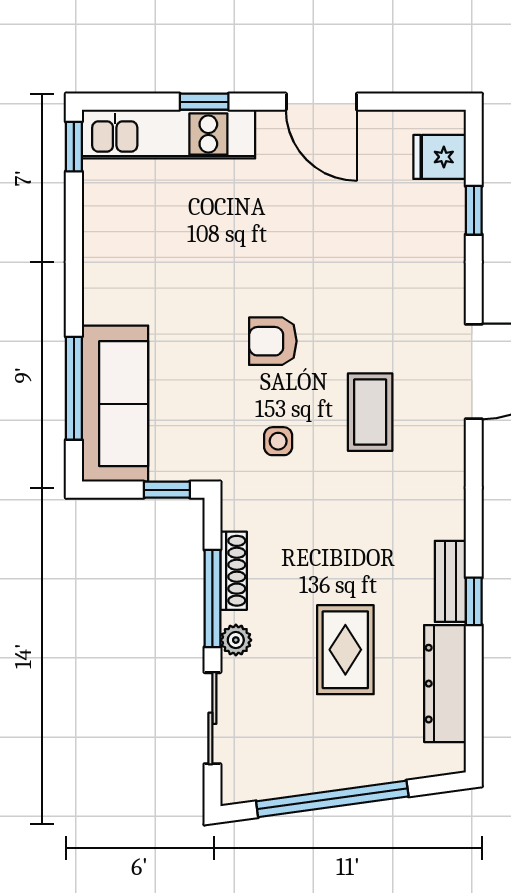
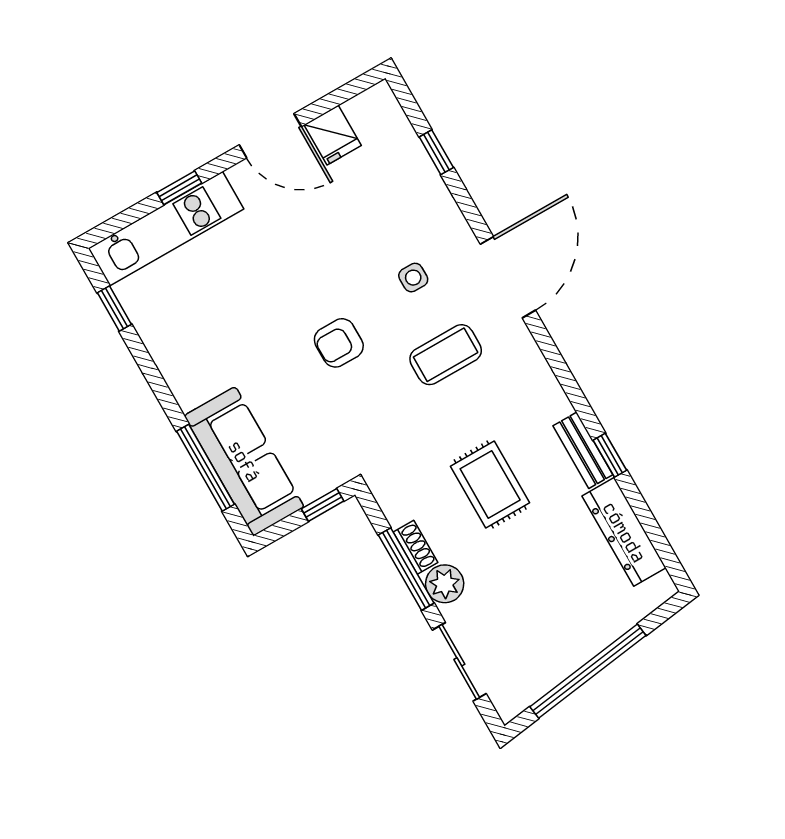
window: (74, 147) -> (114, 309), moved
fridge: (440, 157) -> (333, 135), moved, turned -90
coffee table: (370, 412) -> (446, 355), turned 90
side table: (278, 441) -> (413, 278), moved
shoe rack: (234, 571) -> (415, 547), width x0.70
plant: (236, 640) -> (445, 584), width x1.38, depth x1.38
rug: (345, 650) -> (490, 484), moved

